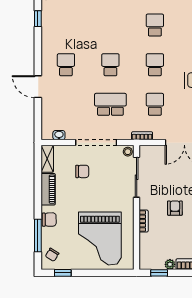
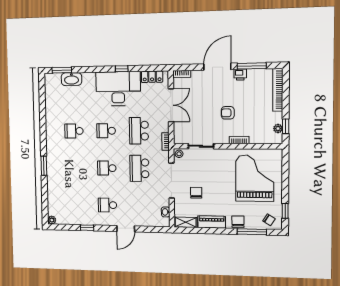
window: (38, 19) -> (87, 228), moved
school desk: (155, 104) -> (139, 131), width x1.85
sliding door: (137, 177) -> (201, 146), width x0.73
grand piano: (100, 238) -> (255, 178), turned -90
plant: (170, 264) -> (278, 129), moved

